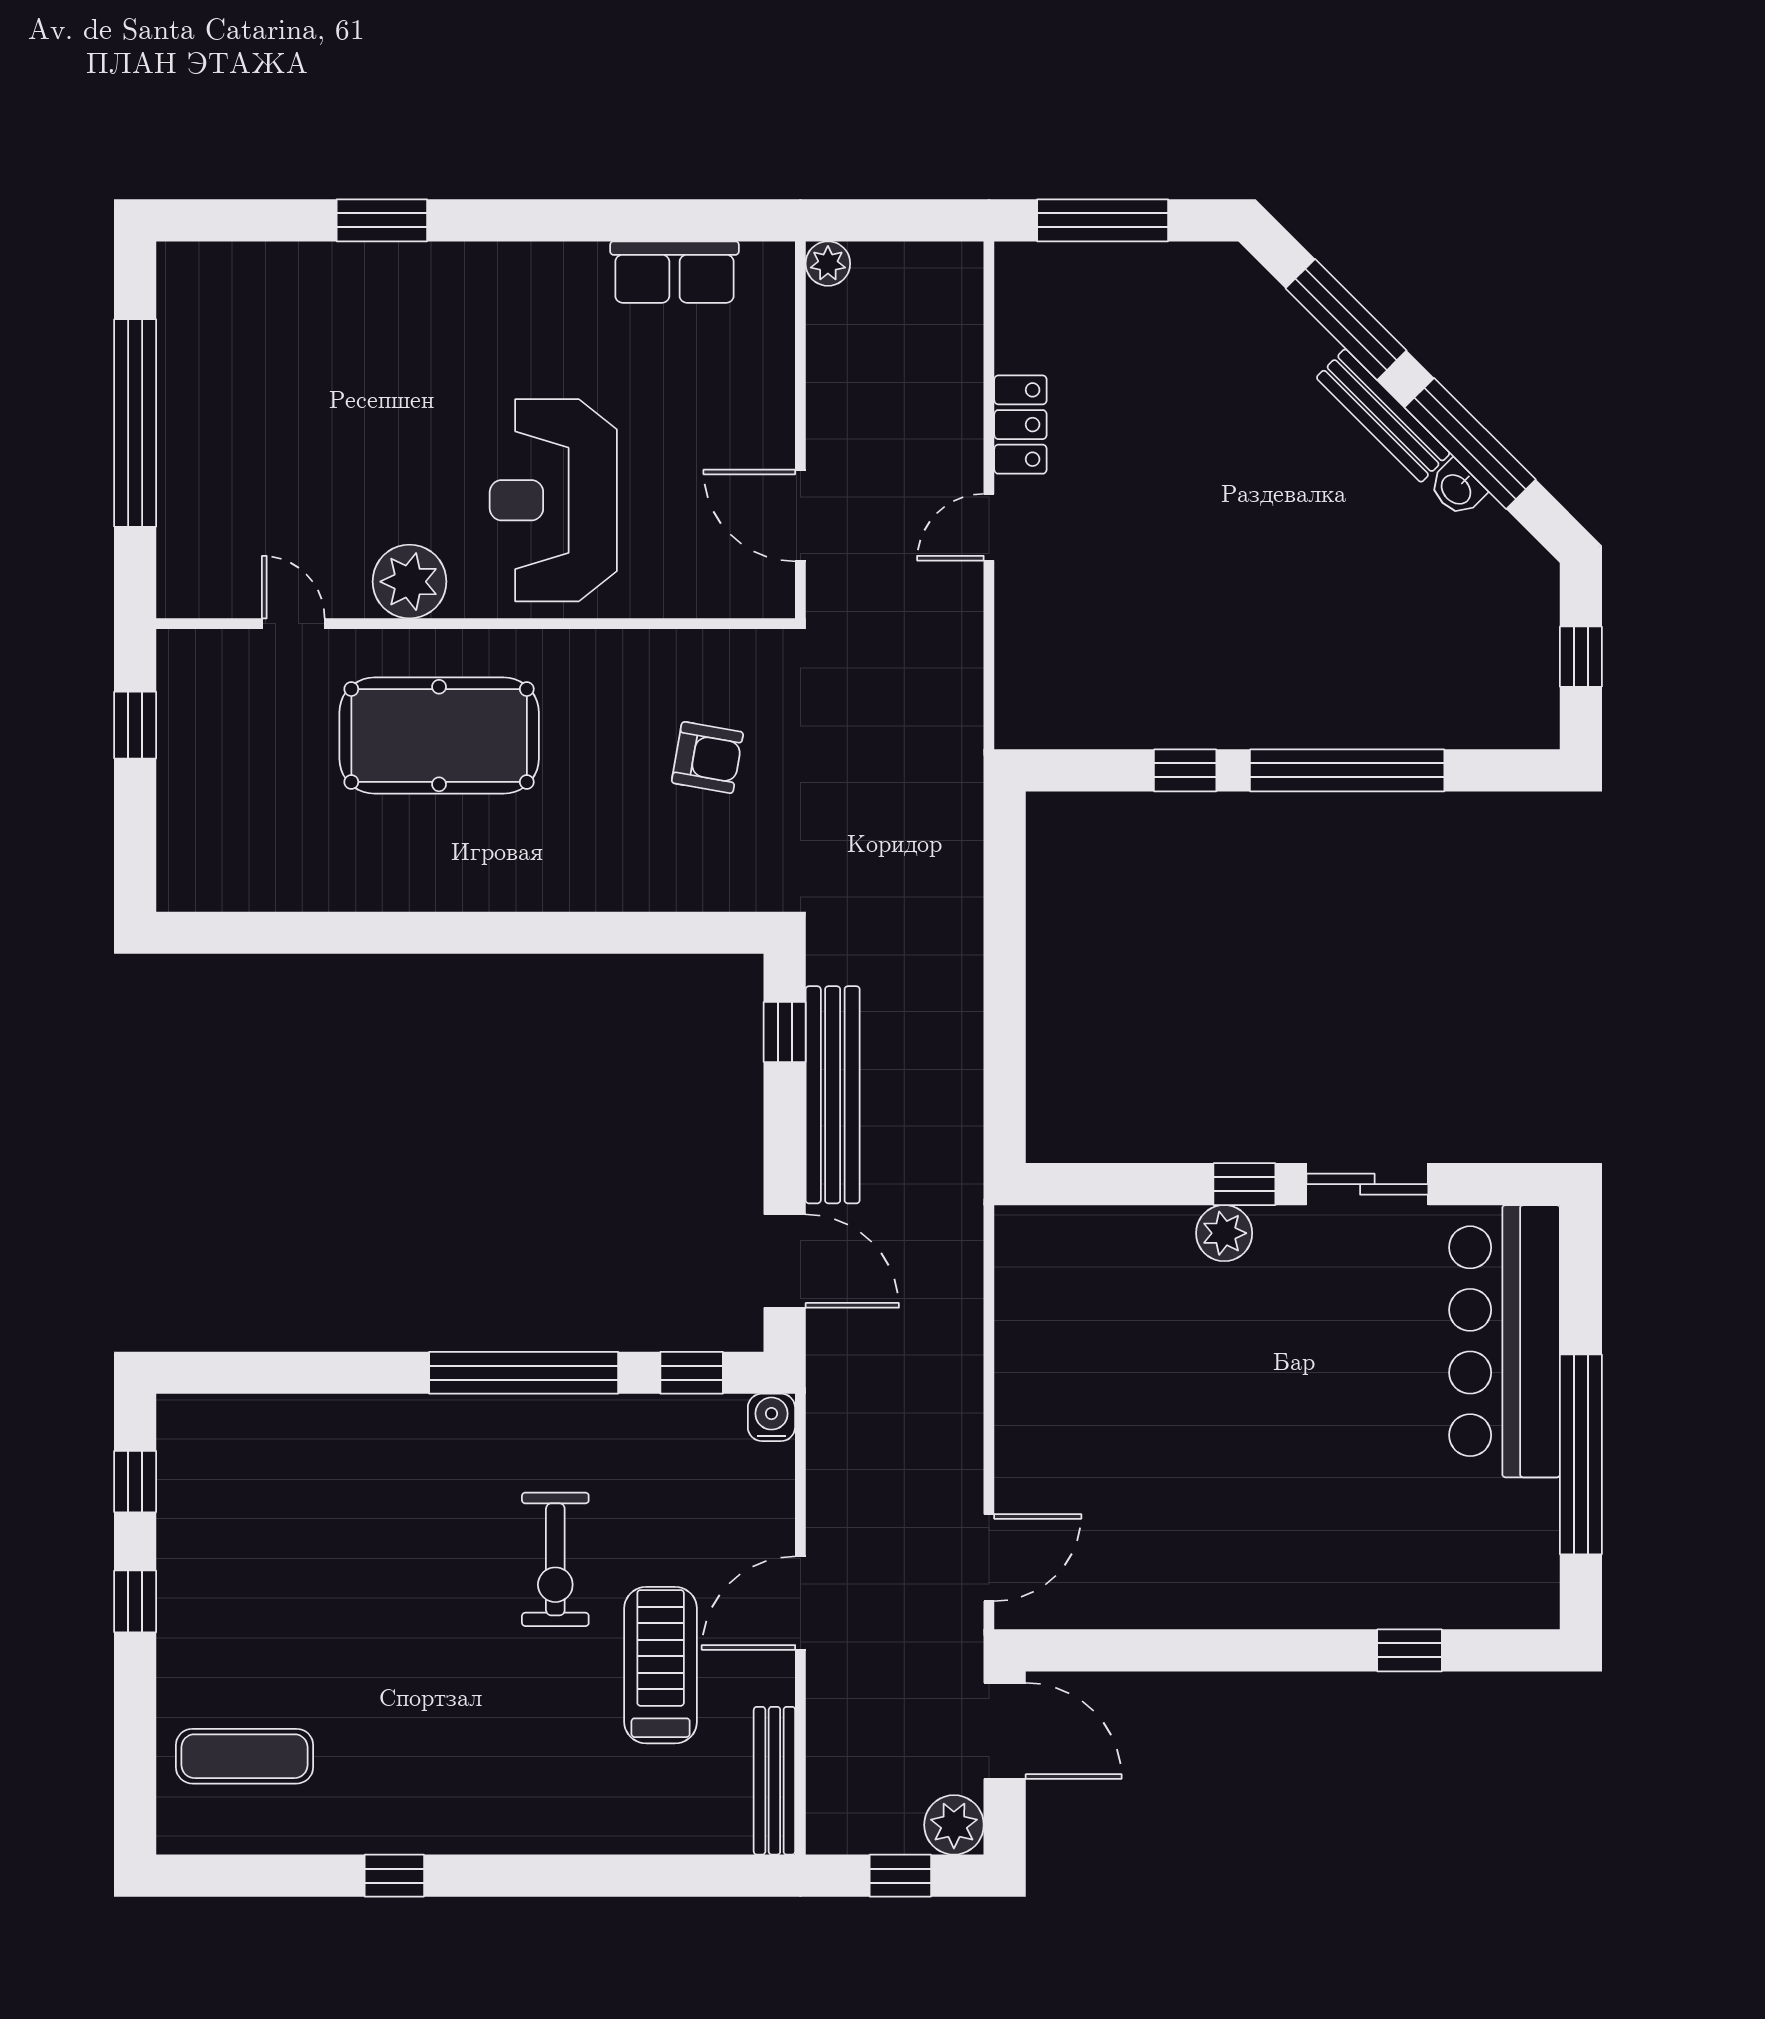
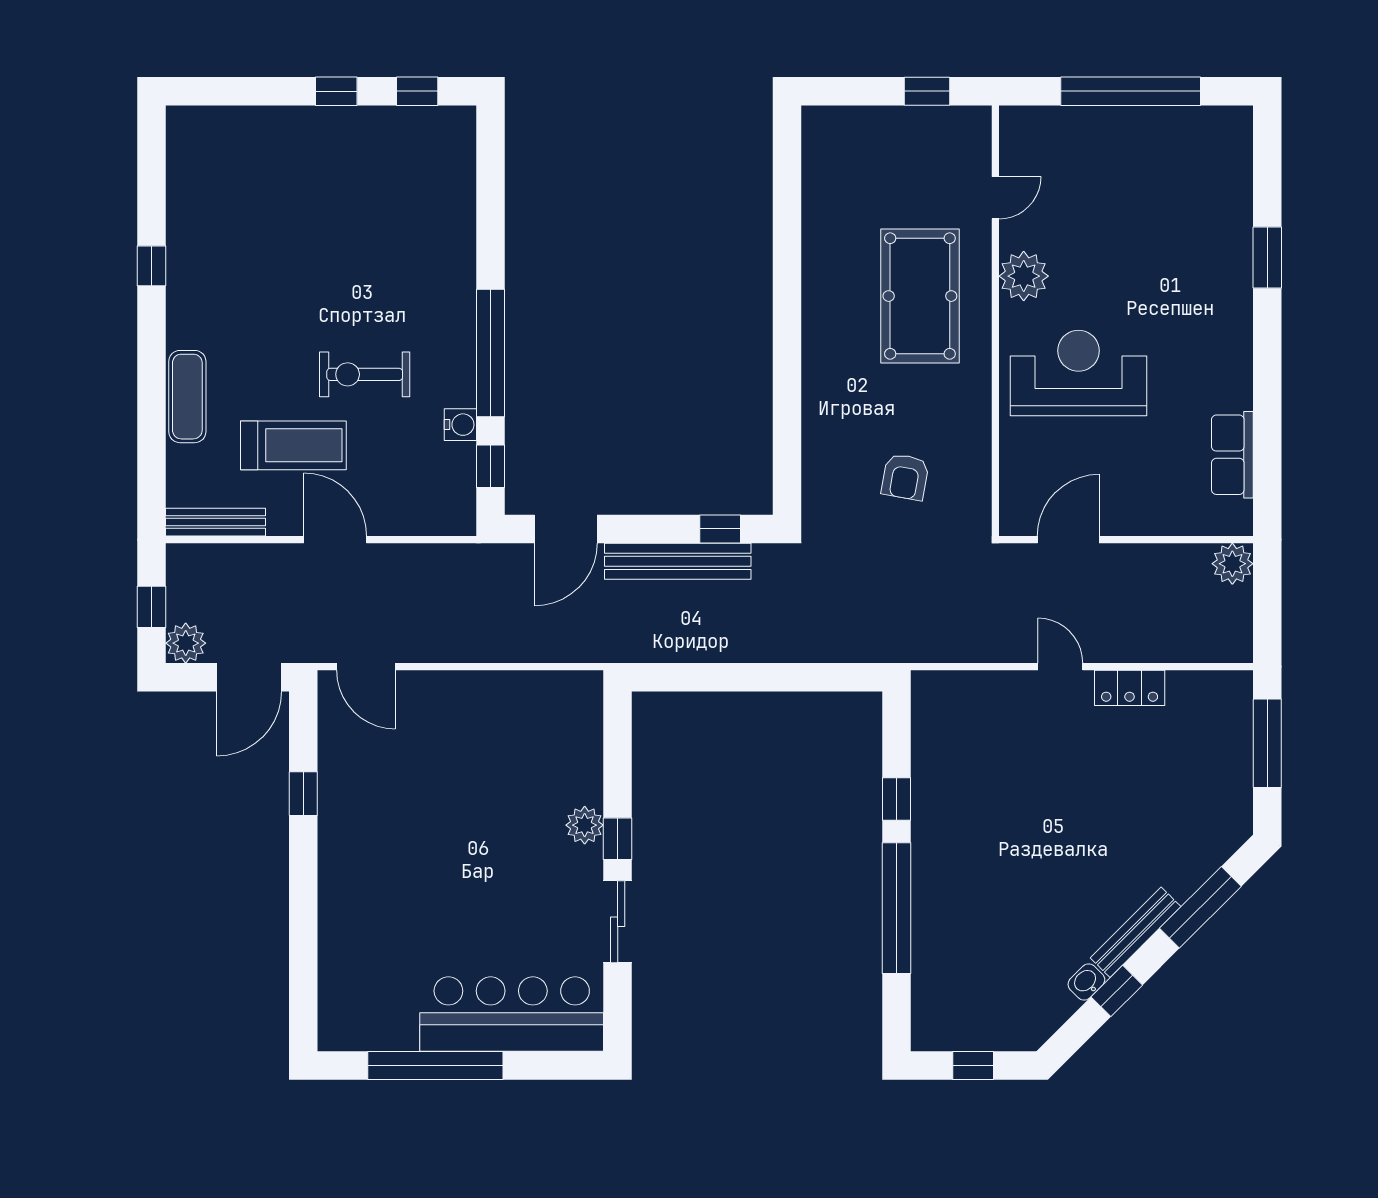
plant: (828, 264) -> (1232, 564), width x1.38, depth x1.38
window: (1470, 443) -> (1117, 991), width x0.46
water cooler: (771, 1417) -> (460, 425), moved
window: (1410, 1650) -> (303, 794), moved
exercise mat: (244, 1756) -> (187, 397), moved

